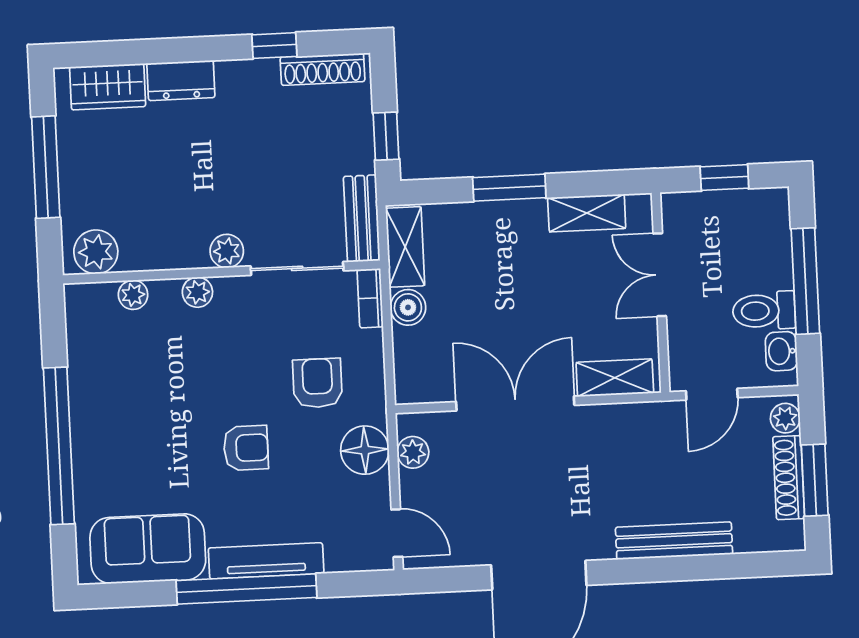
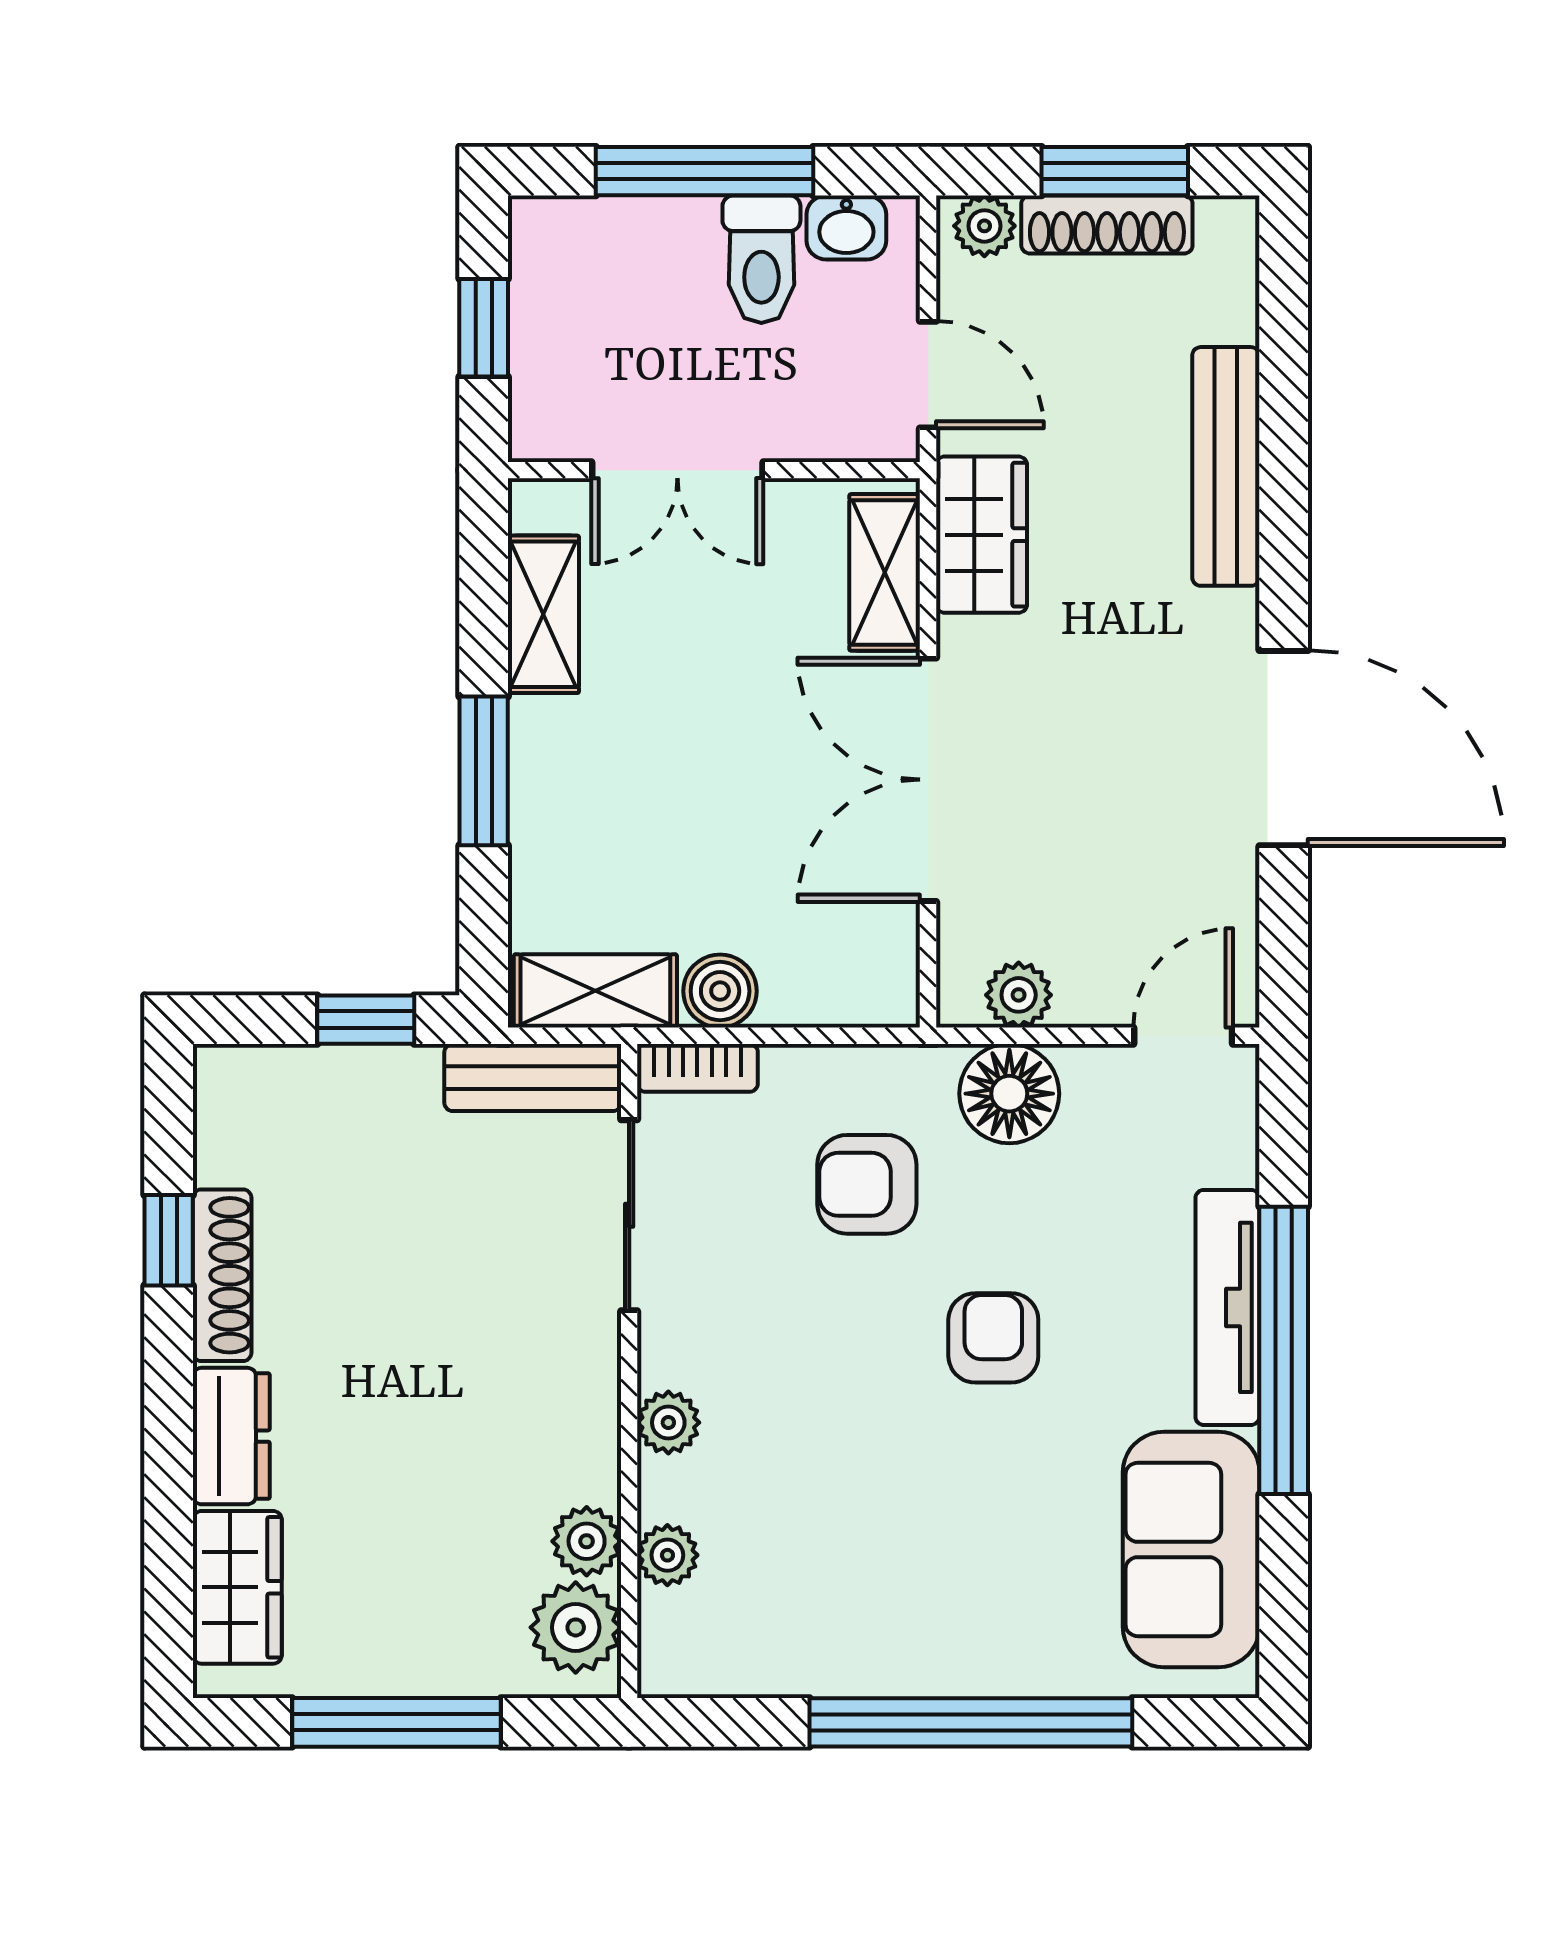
shoe rack: (323, 69) -> (222, 1275), moved
plant: (227, 251) -> (587, 1541), moved
wardrobe: (635, 424) -> (982, 535), added

